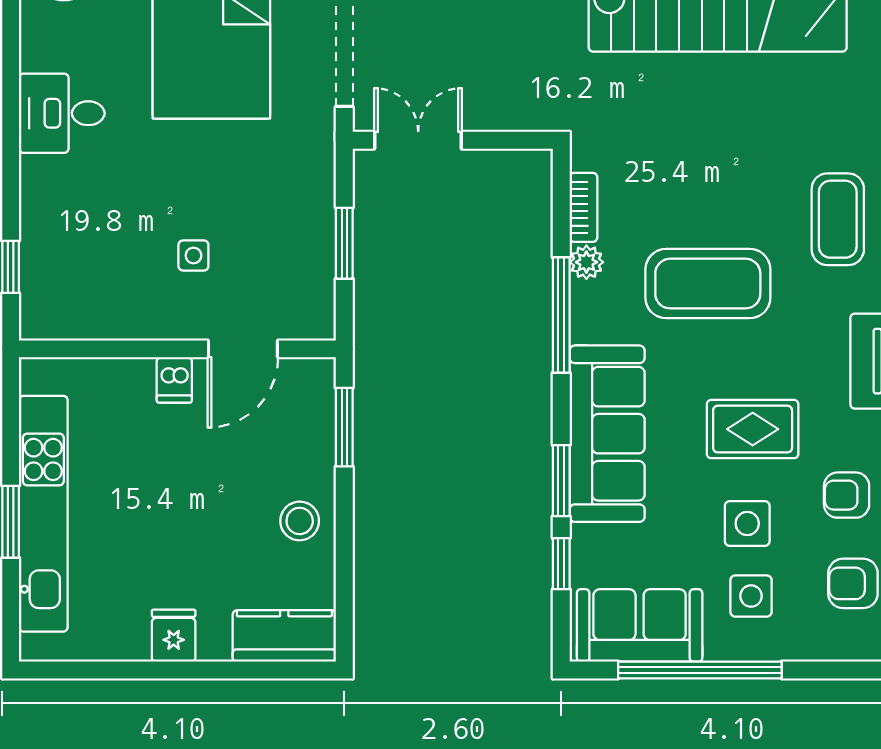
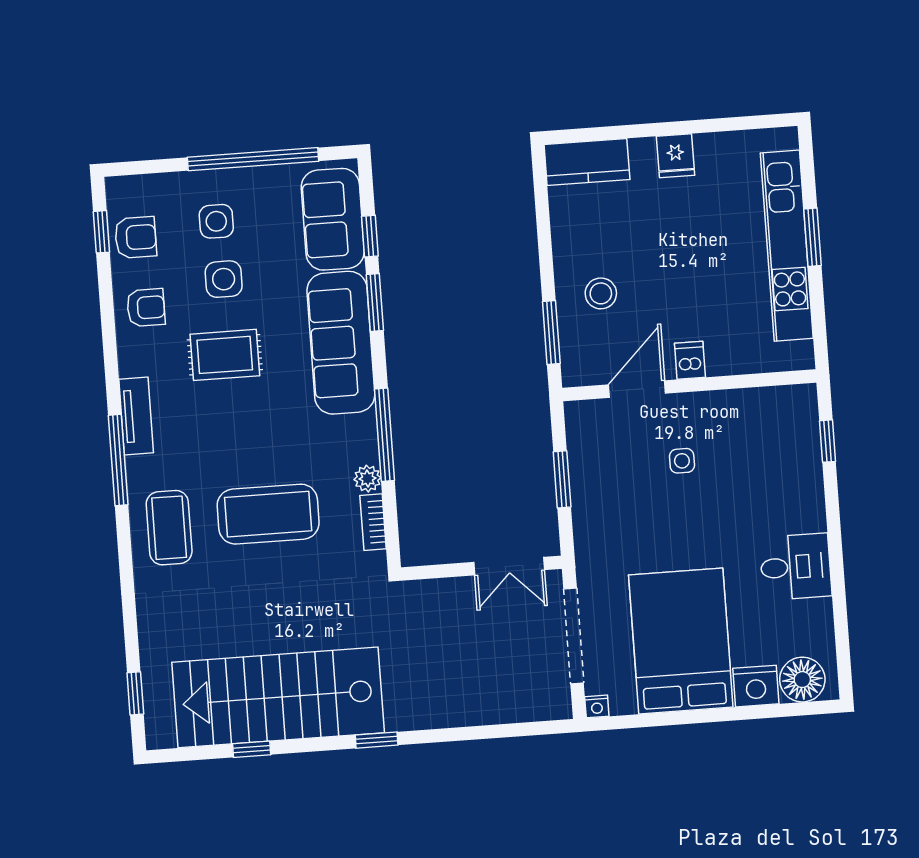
coffee table: (708, 284) -> (268, 514), moved
stool: (300, 521) -> (601, 293), moved
sofa: (640, 625) -> (333, 219), moved, turned 90

